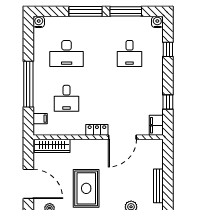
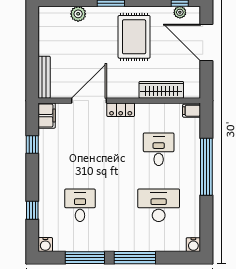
filing cabinet: (40, 119) -> (192, 111), moved
wardrobe: (52, 146) -> (161, 90), moved
bench: (158, 186) -> (44, 77), moved

